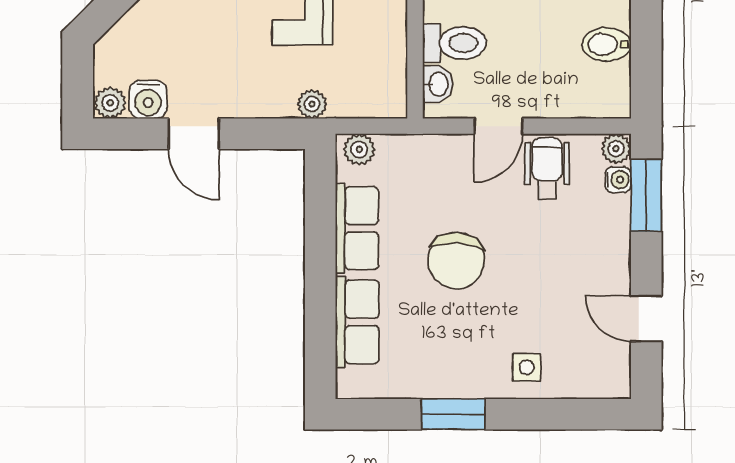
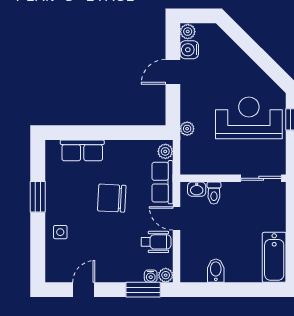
toilet: (454, 43) -> (214, 193), width x0.73, depth x0.72
row of seats: (357, 228) -> (162, 182), moved, turned 90

